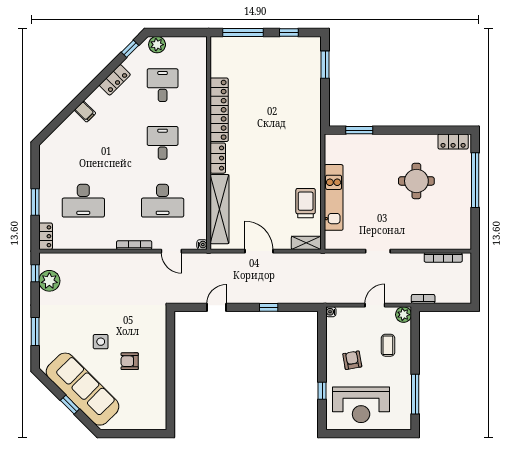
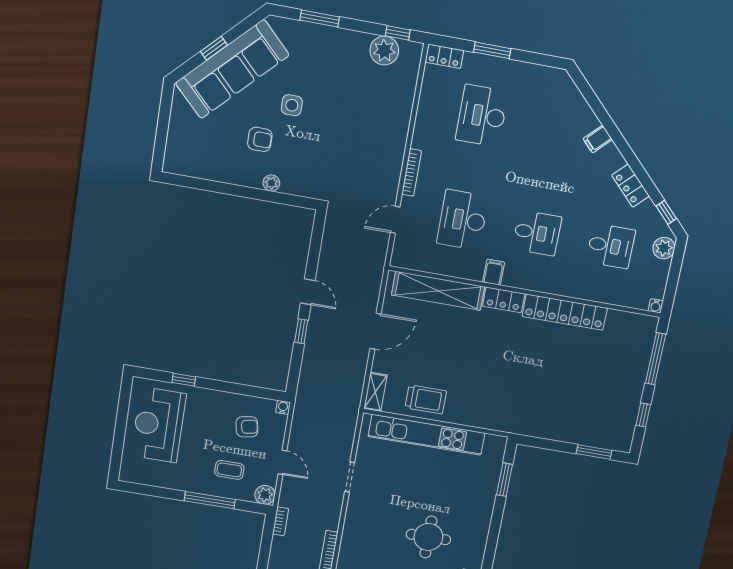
filing cabinet: (198, 170) -> (494, 272), added
kitchen unit: (334, 197) -> (427, 435), width x1.36
water cooler: (202, 245) -> (656, 306), moved
door: (216, 307) -> (308, 292), moved
plant: (160, 348) -> (271, 183), added
armchair: (352, 360) -> (247, 427), moved
armchair: (130, 361) -> (260, 139), turned 90
window: (415, 394) -> (210, 500), moved

